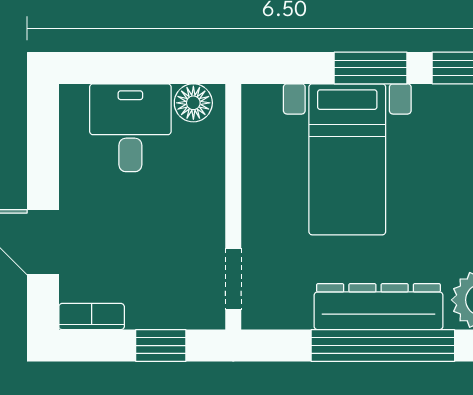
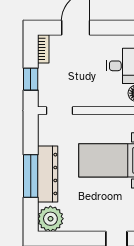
window: (383, 346) -> (31, 176), width x0.68

